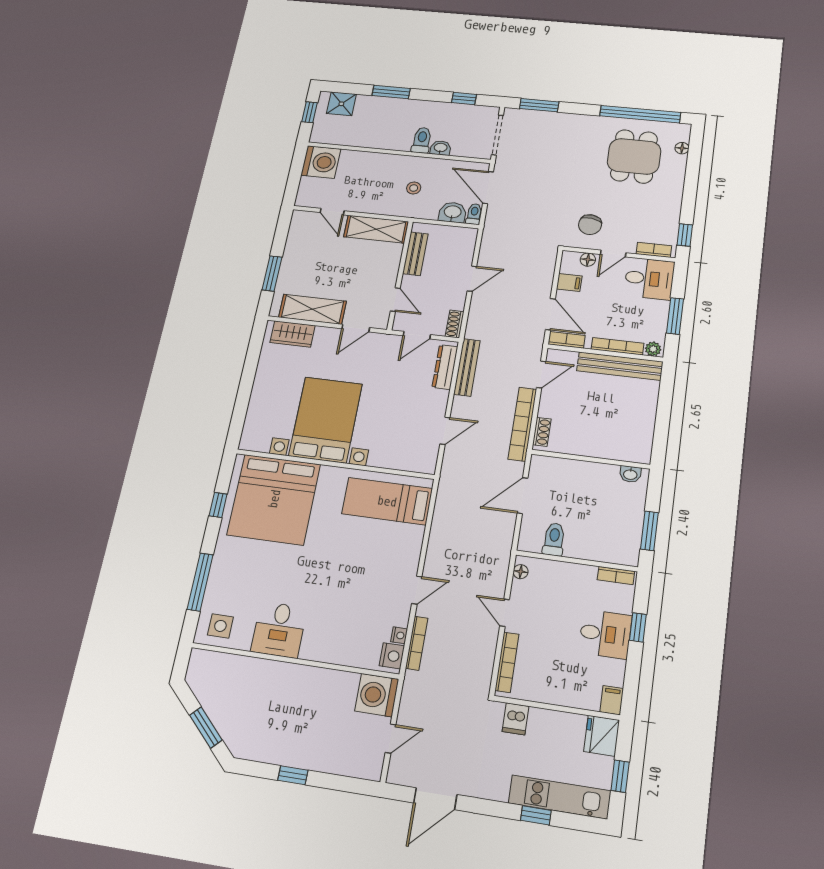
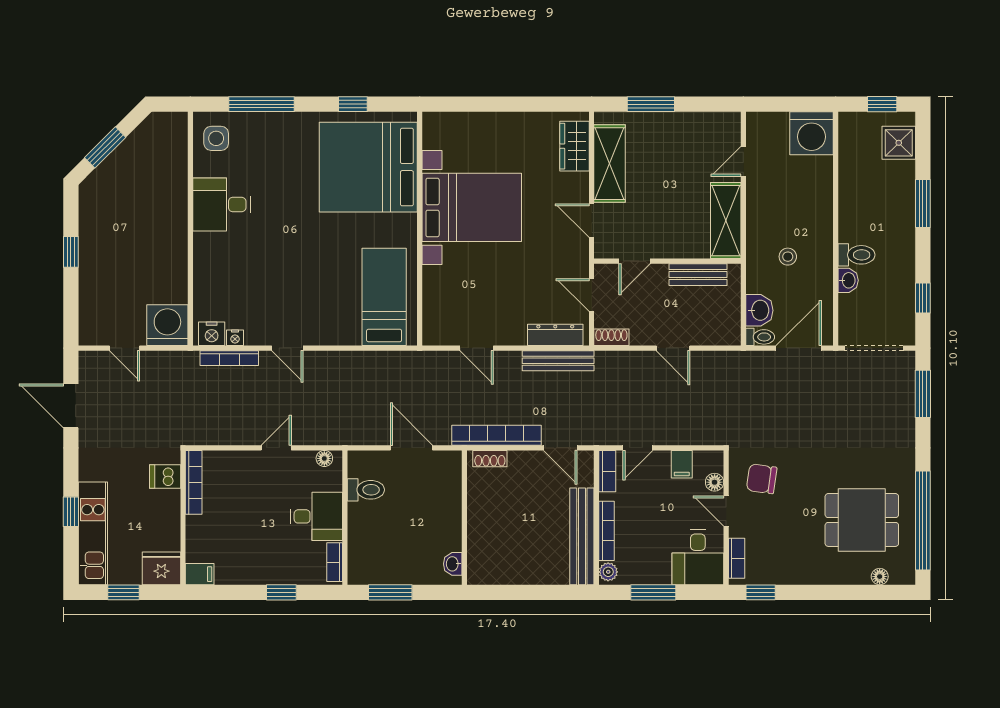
door: (550, 314) -> (638, 448), width x0.73
desk: (605, 634) -> (316, 516), moved, turned -90
bookcase: (507, 662) -> (194, 482), moved, turned -90

